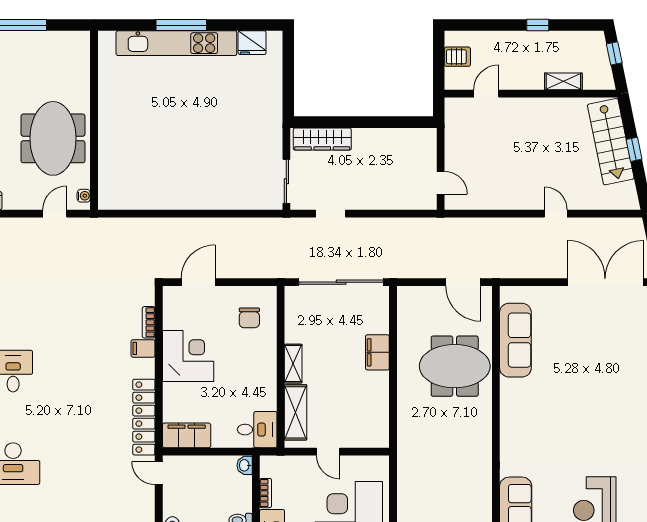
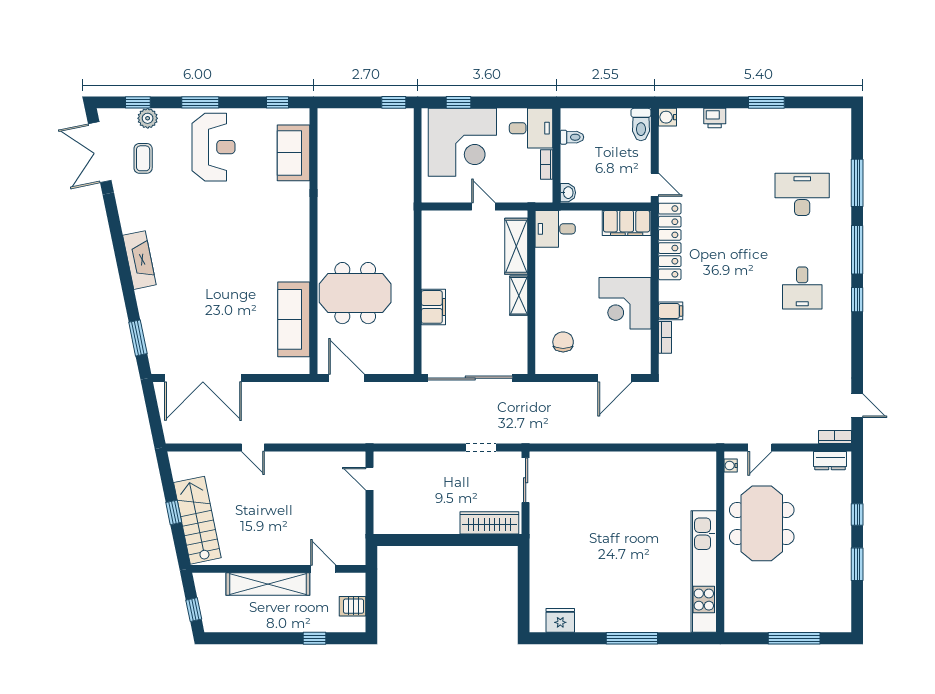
window: (538, 25) -> (314, 638), moved
kitchen unit: (176, 43) -> (704, 572), moved, turned -90
shelving: (563, 81) -> (268, 584), width x2.20, depth x1.33
door: (486, 94) -> (323, 569), swing flipped

